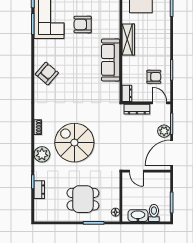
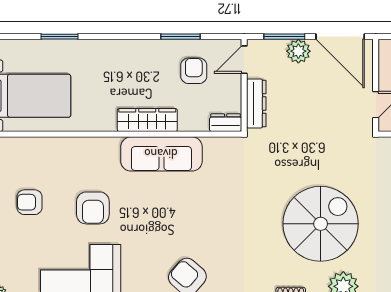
wardrobe: (128, 39) -> (147, 120), moved
spiral stairs: (74, 143) -> (321, 224), turned 180

